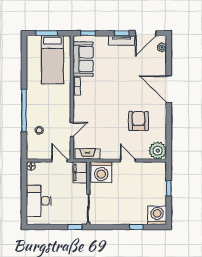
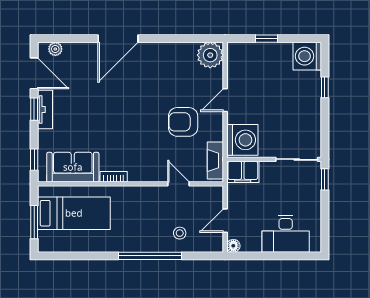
armchair: (138, 121) -> (183, 122), moved
door: (60, 160) -> (225, 221), moved

